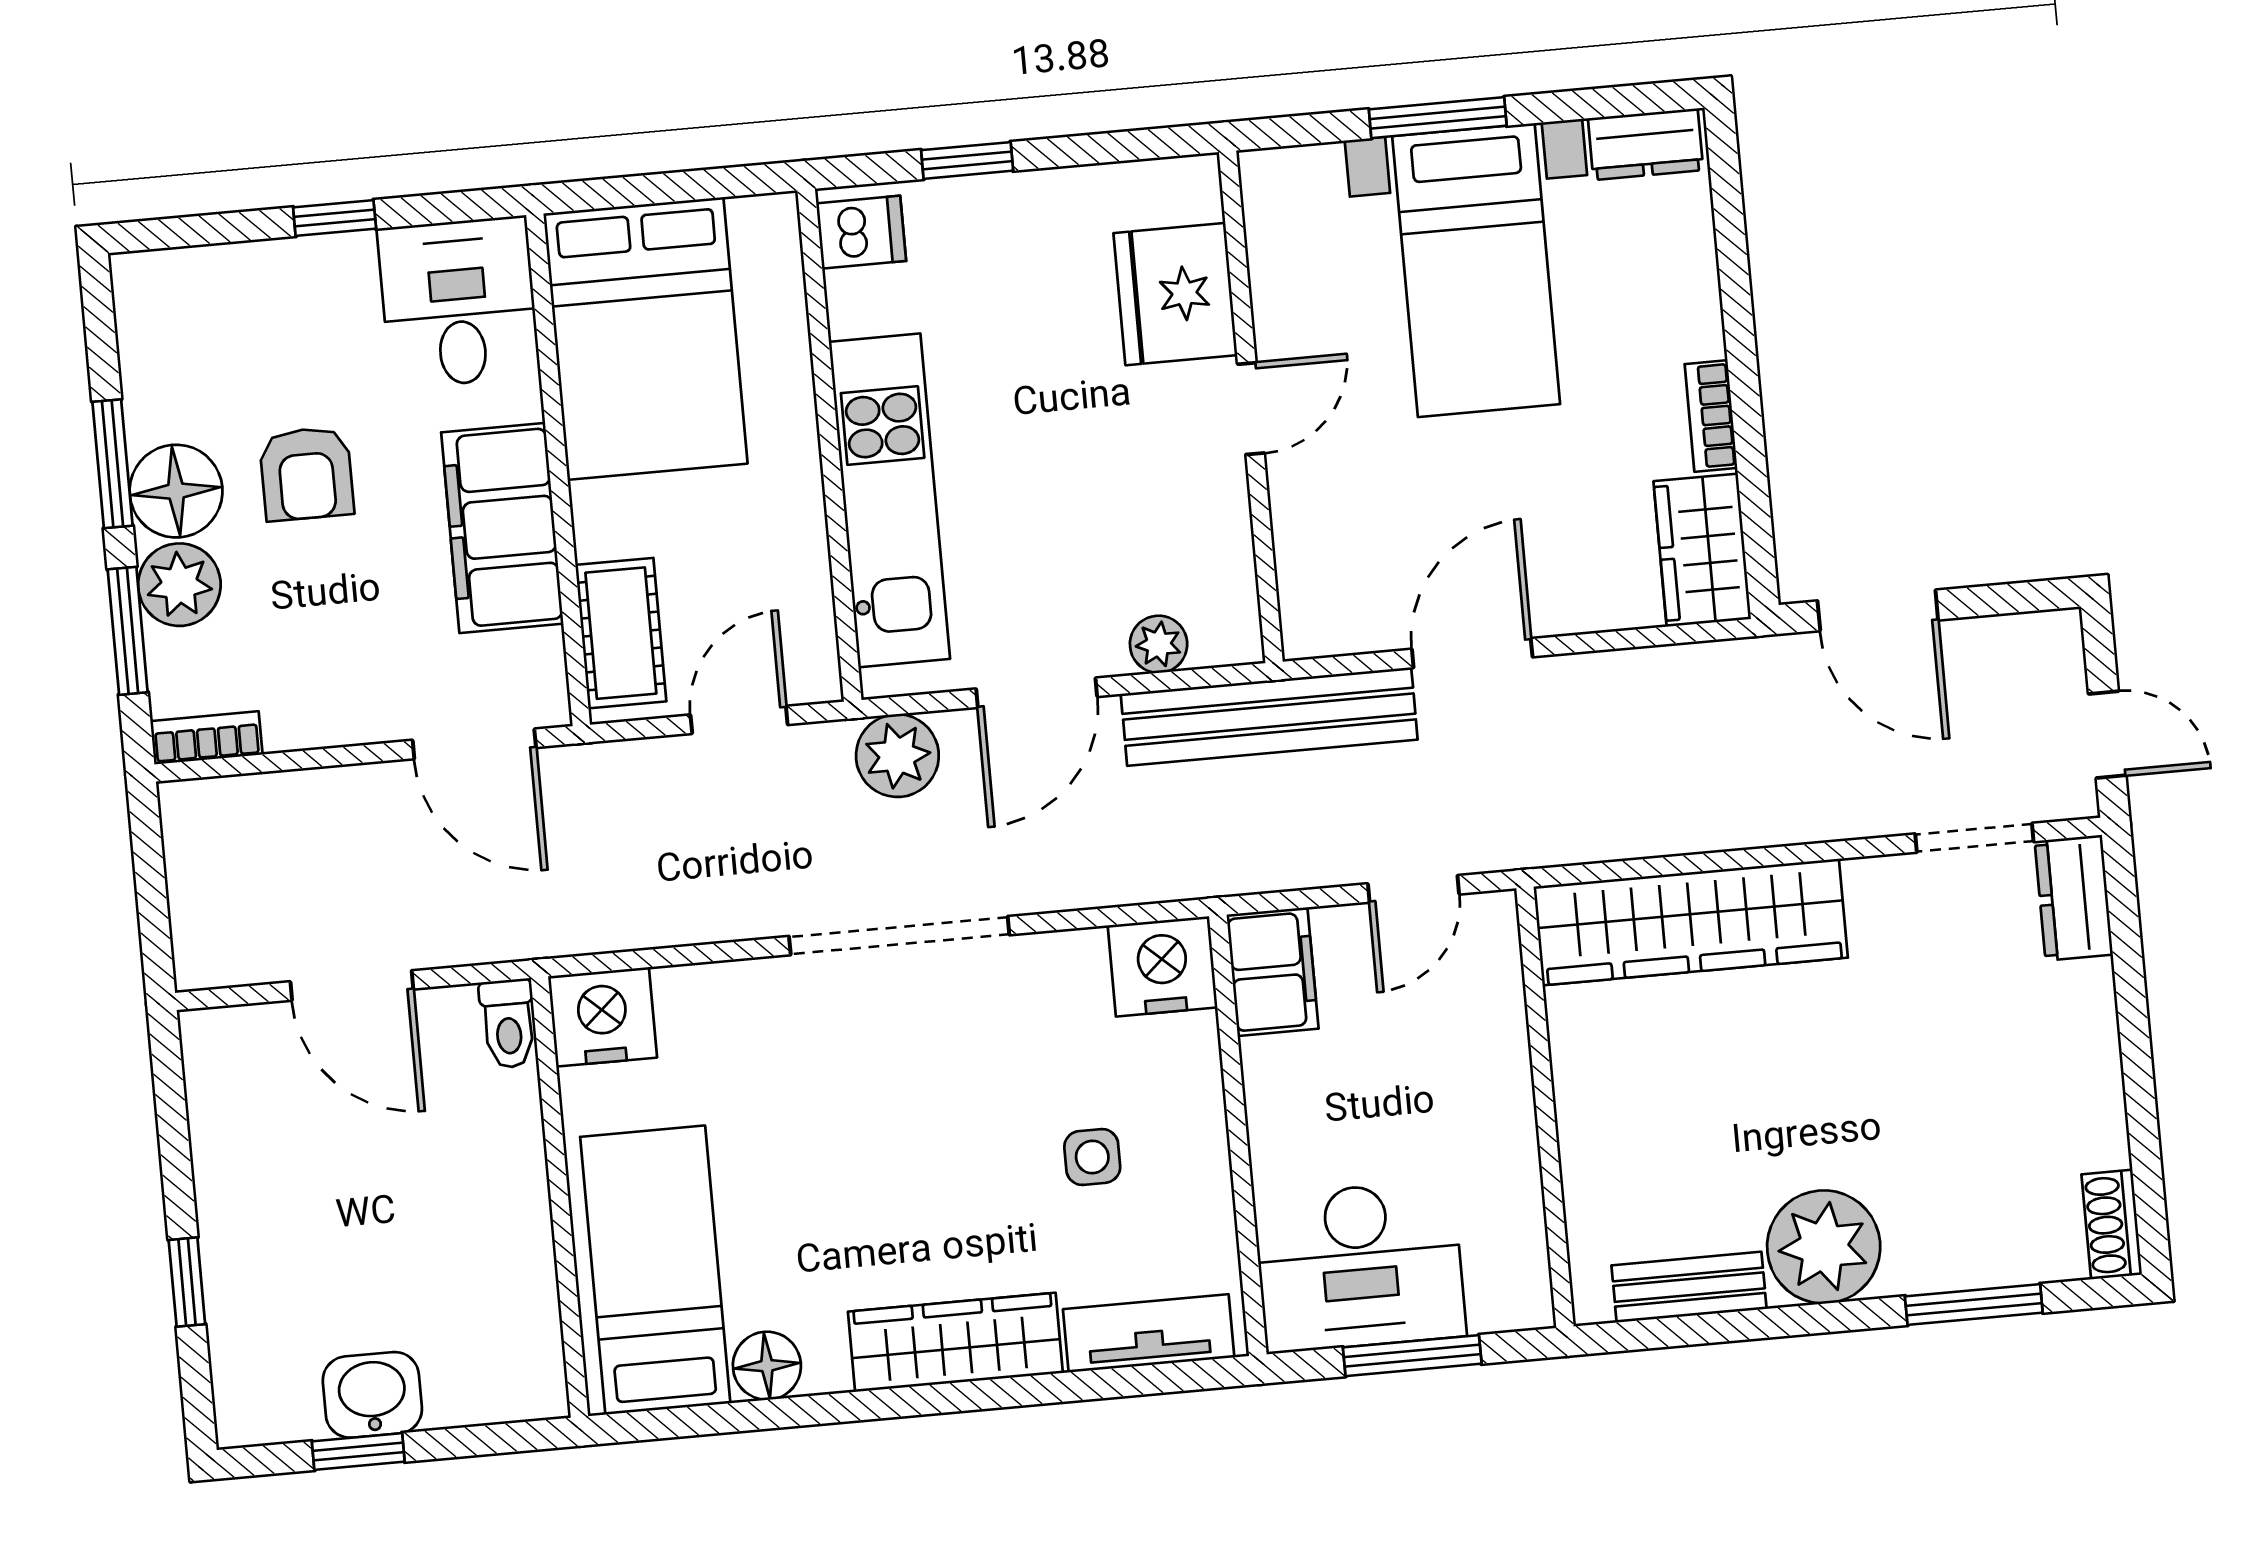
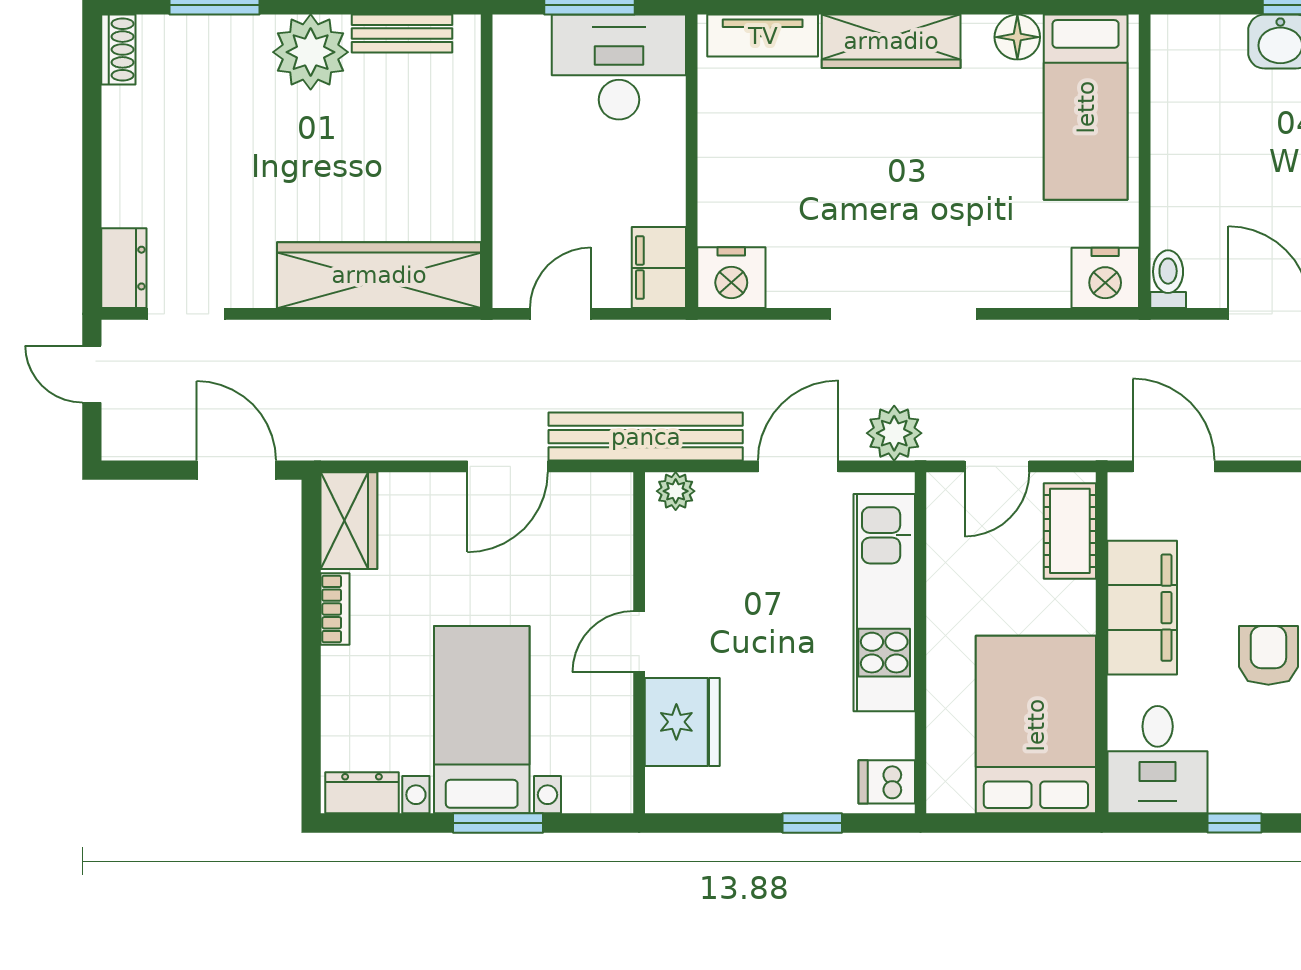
plant: (1159, 644) -> (676, 491), moved
side table: (1092, 1157) -> (789, 156), removed

